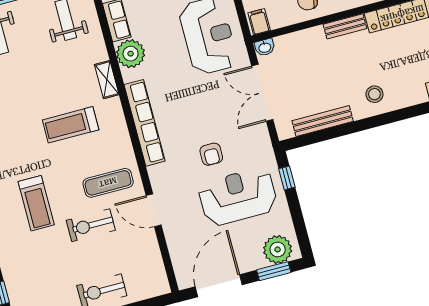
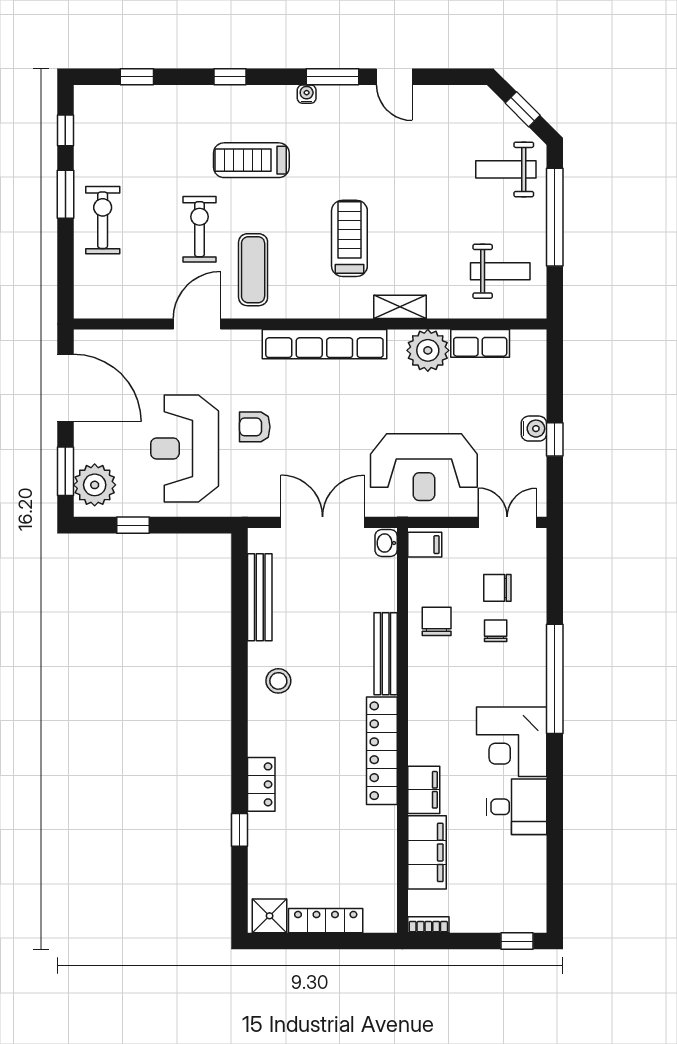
bench: (345, 26) -> (386, 654), width x1.36
window: (287, 178) -> (133, 525), moved
reception desk: (238, 197) -> (185, 448), turned 180

